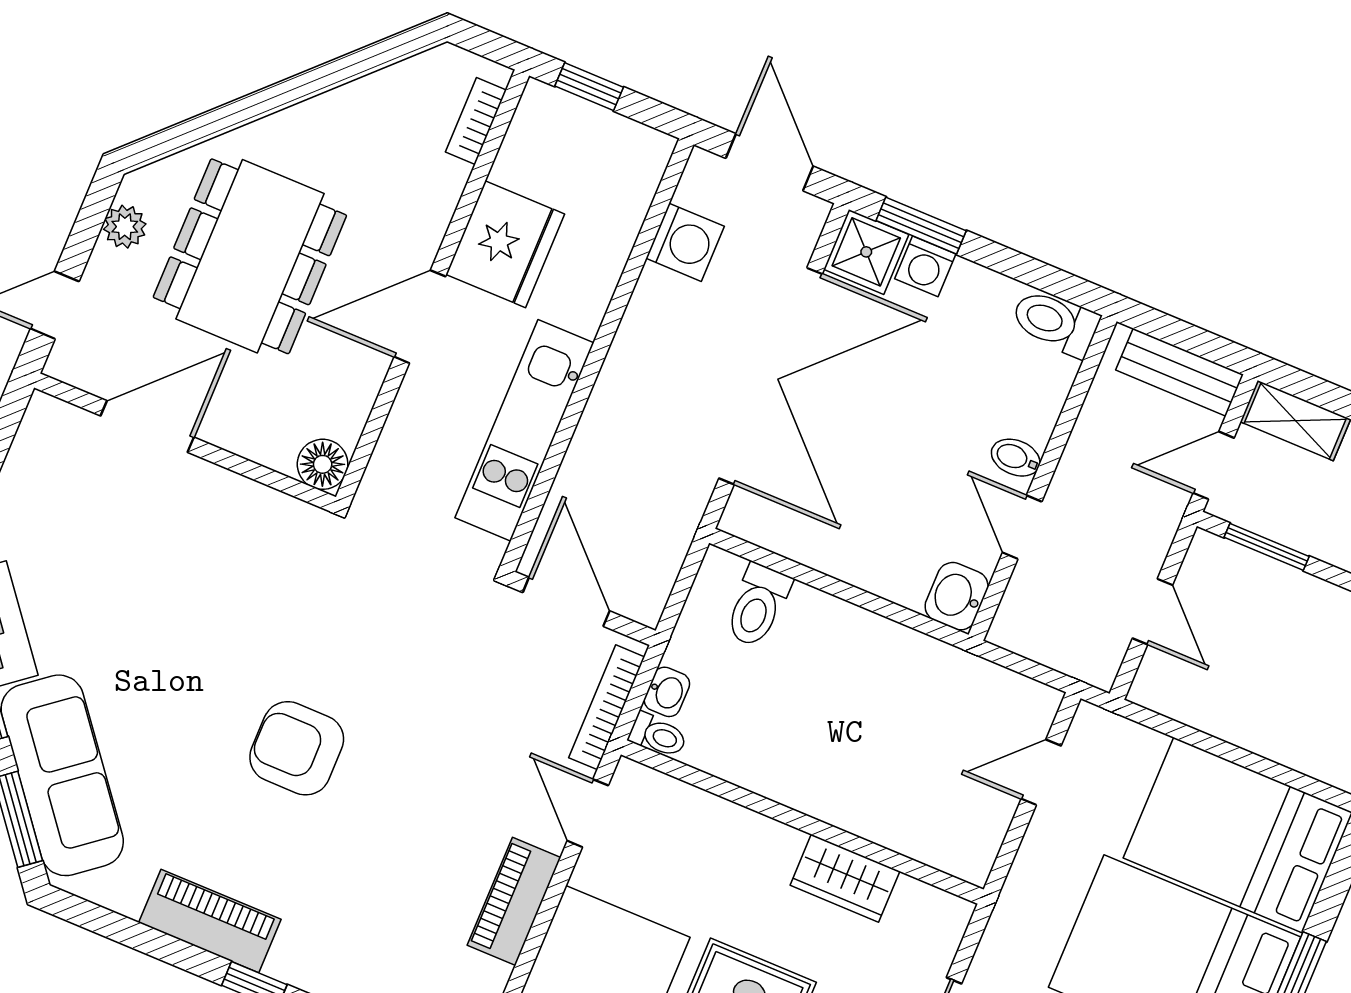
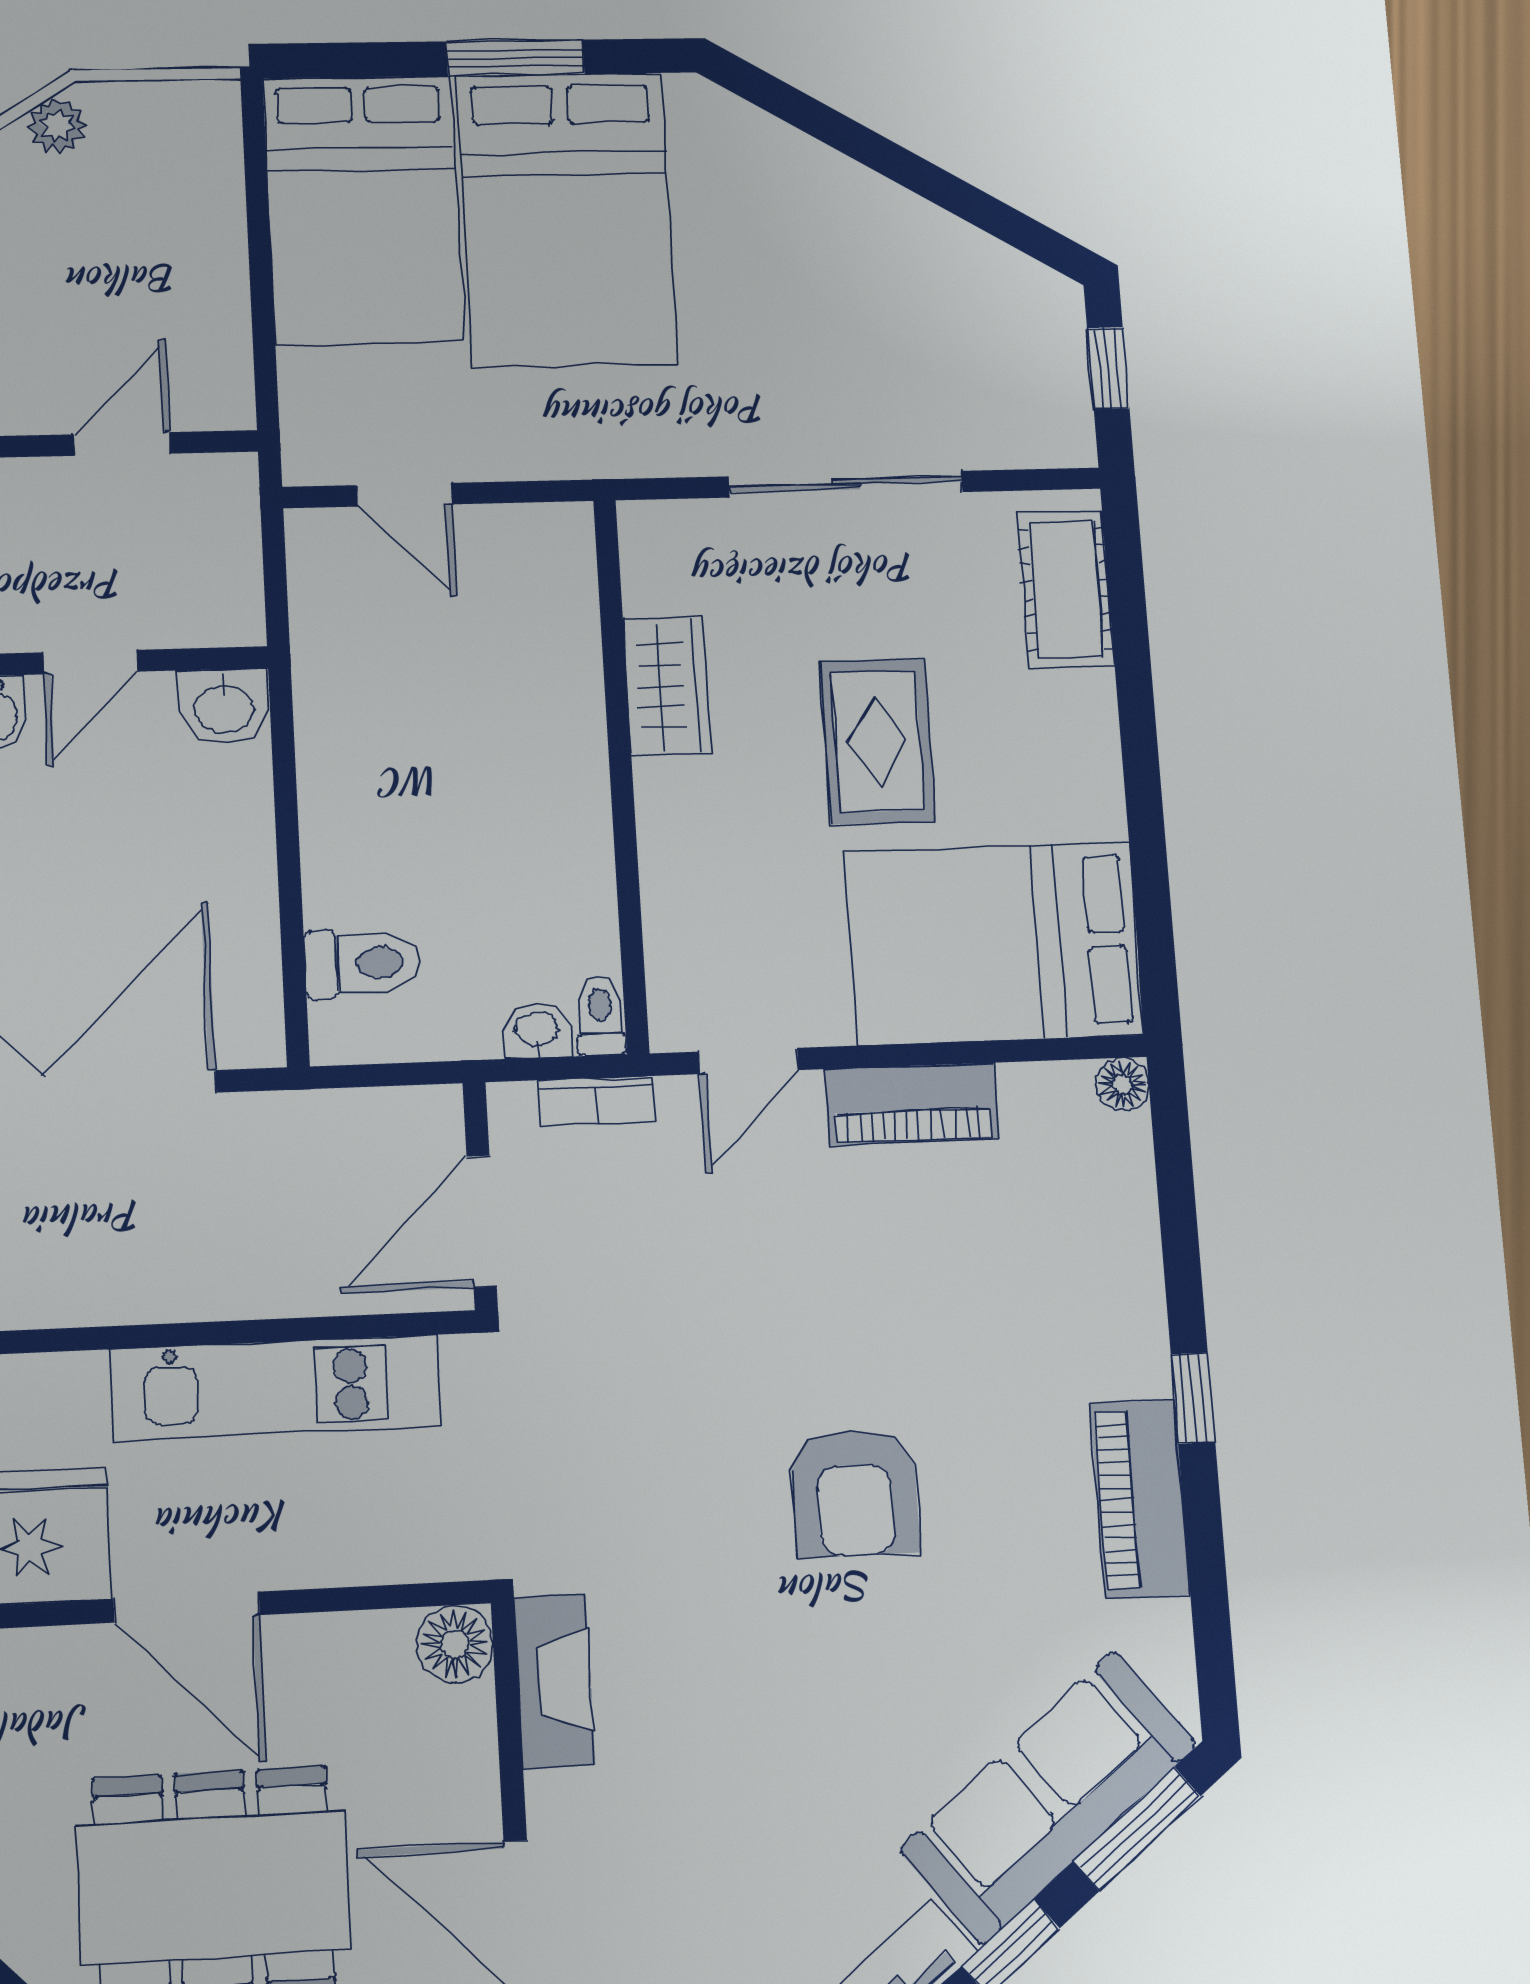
fireplace: (272, 513) -> (554, 1681), added
bookcase: (607, 707) -> (596, 1101), width x0.64

